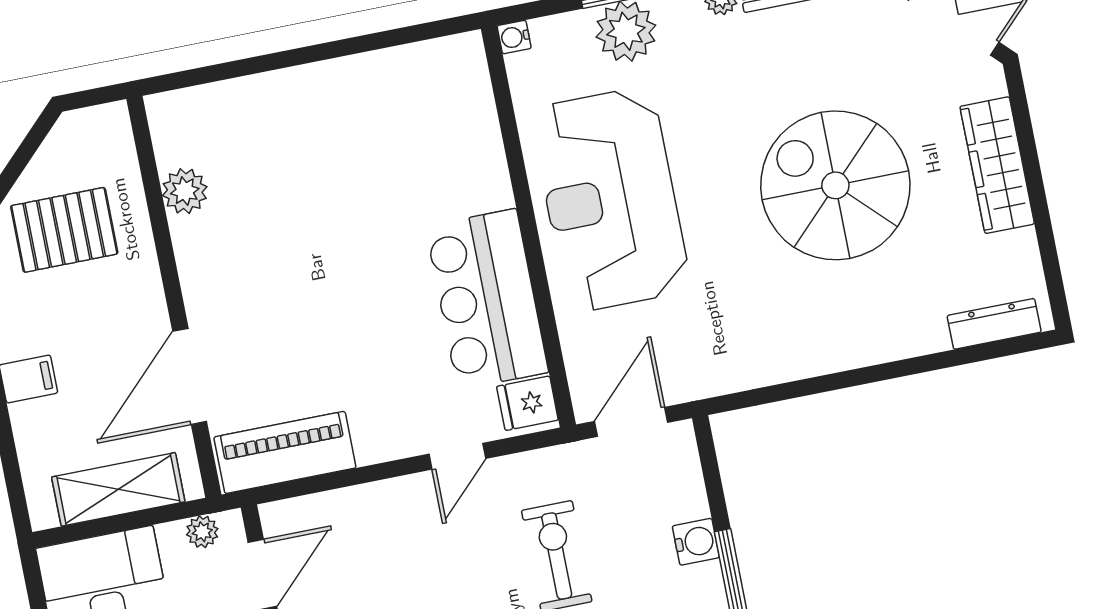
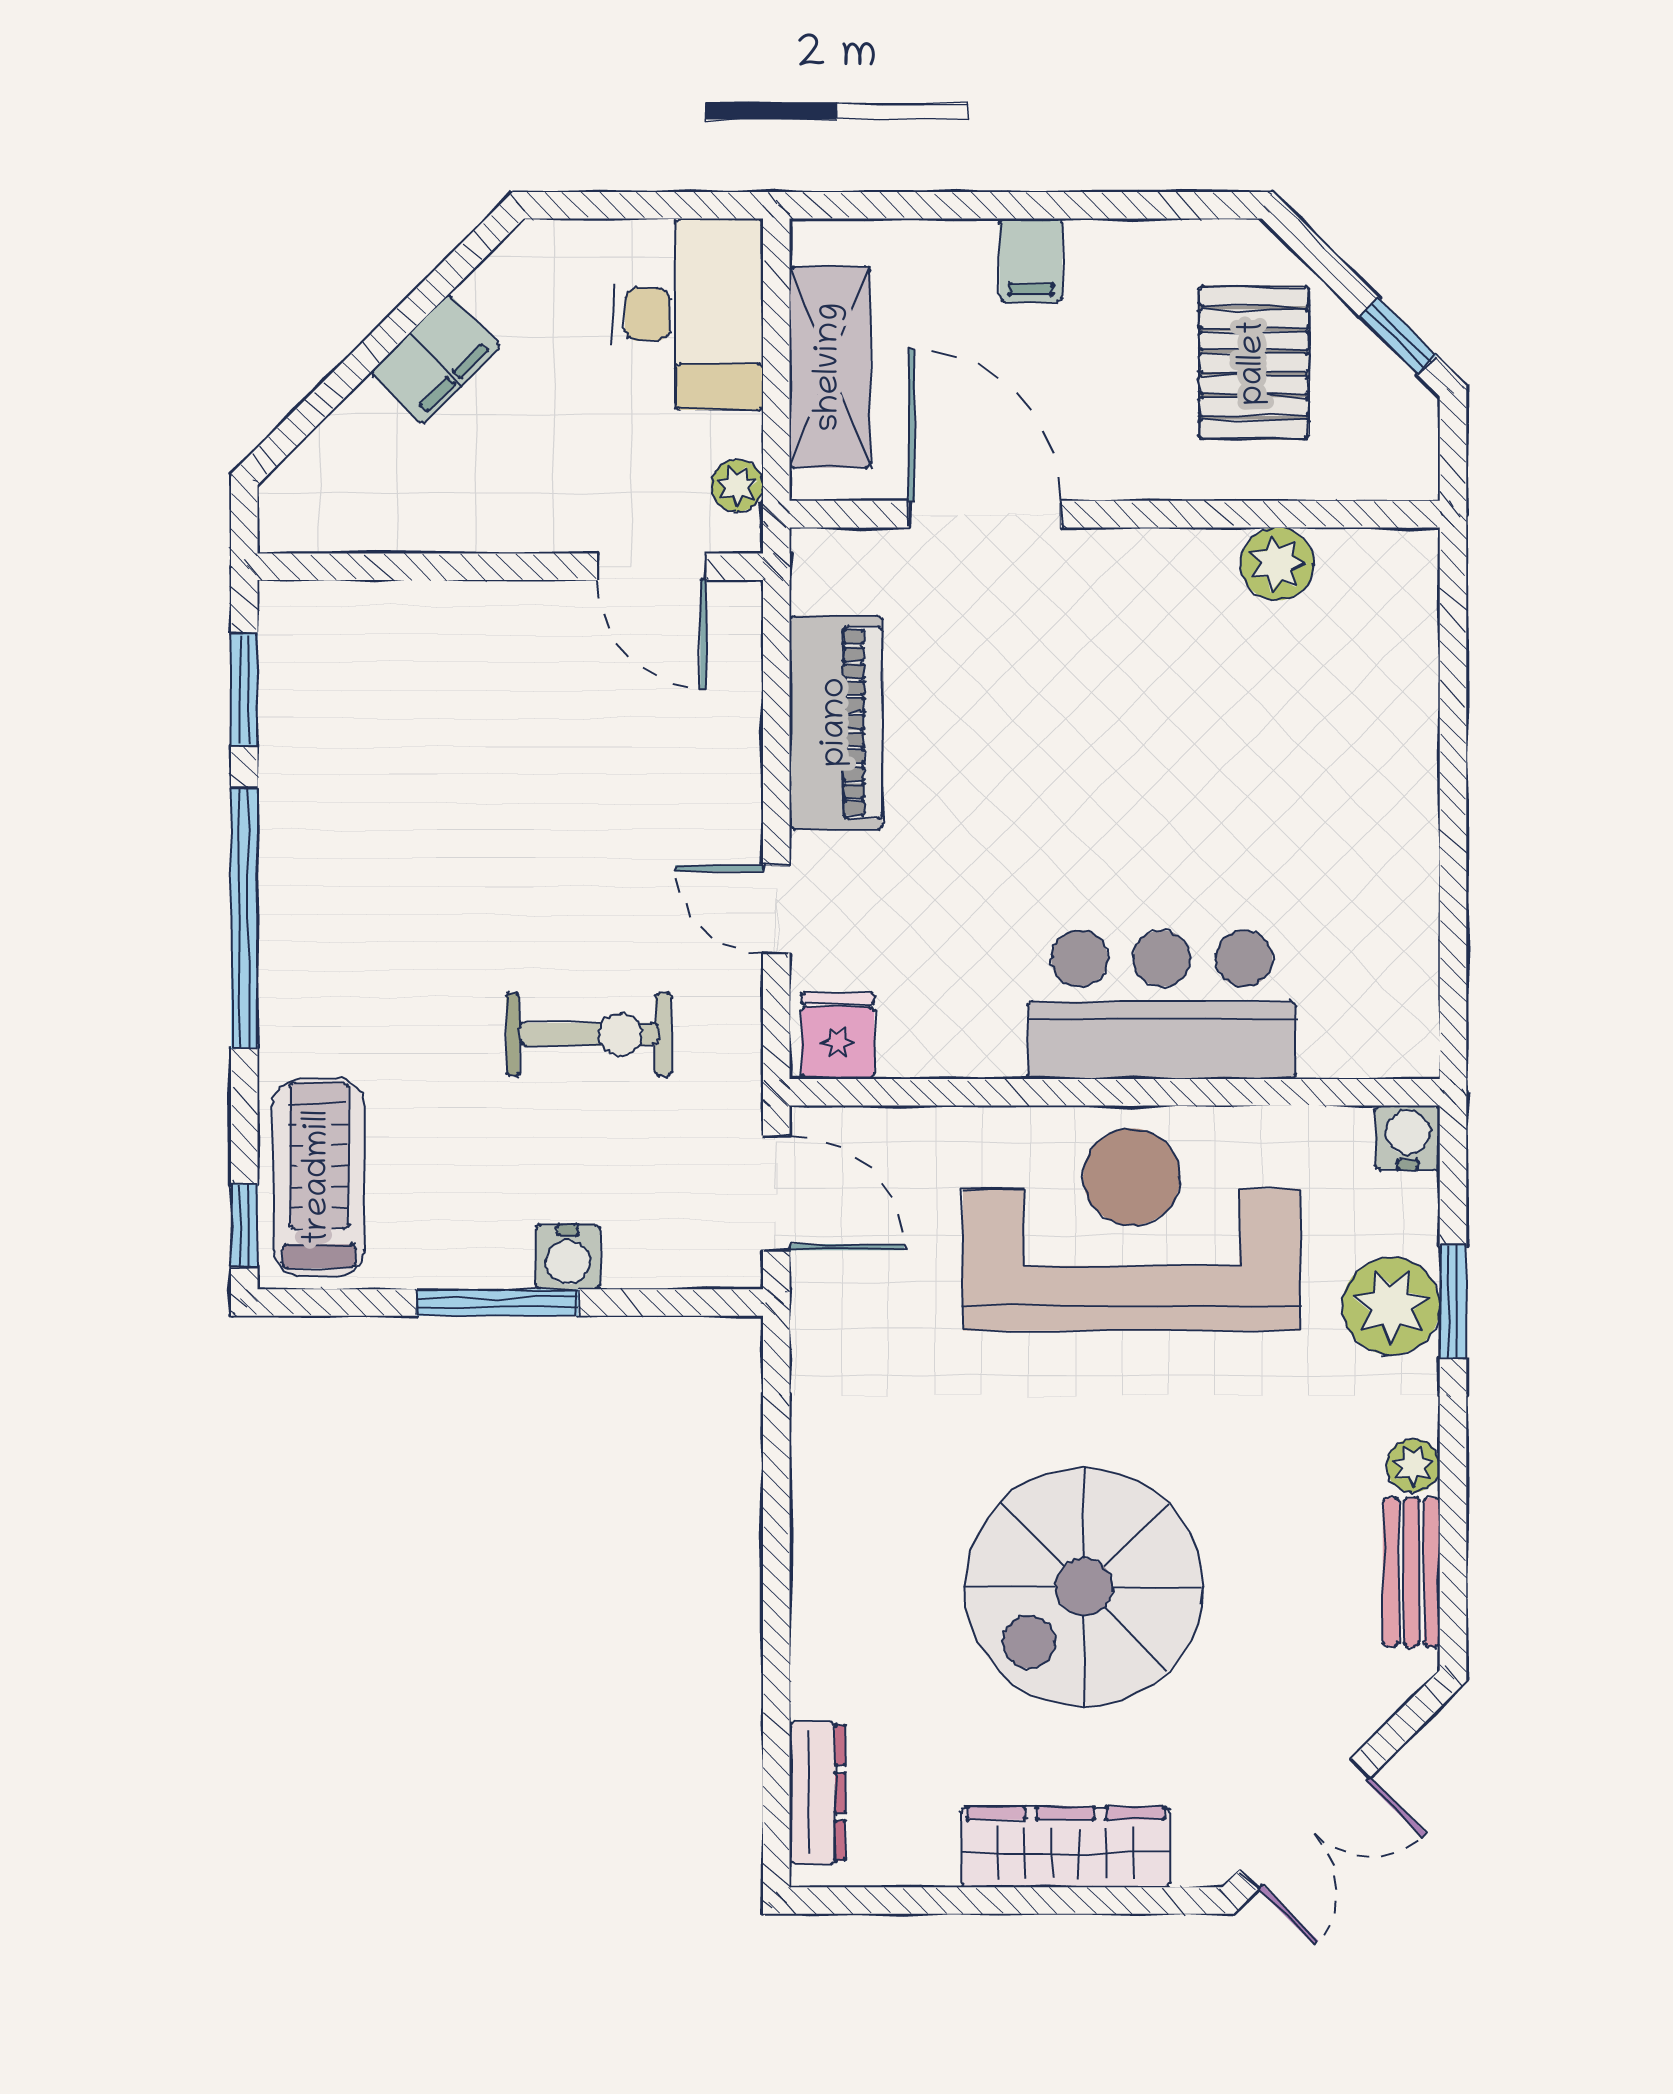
water cooler: (514, 37) -> (1408, 1138), width x1.38, depth x1.38
window: (30, 145) -> (1398, 336), added
spiral stairs: (835, 185) -> (1084, 1587), turned 180
bar counter: (487, 299) -> (1162, 1005), moved
piano: (285, 452) -> (836, 722), moved

